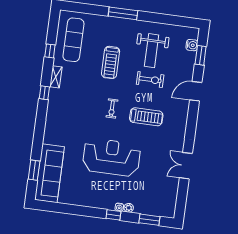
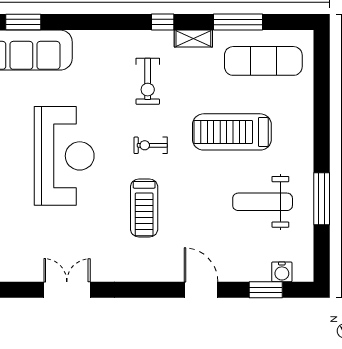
window: (123, 13) -> (322, 199), moved
window: (50, 51) -> (238, 22), width x2.17
treadmill: (111, 62) -> (232, 132), width x1.37, depth x1.38
exercise bike: (150, 80) -> (148, 81), moved

